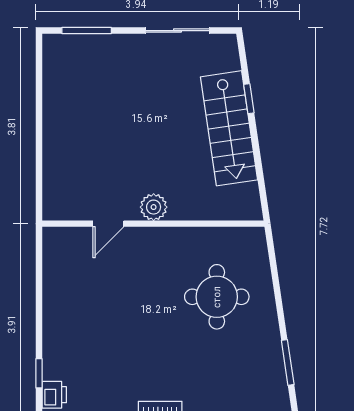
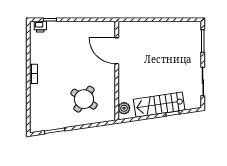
plant: (154, 207) -> (124, 108), moved
door: (108, 224) -> (117, 51), width x1.87
round table: (217, 297) -> (84, 99), turned 34

